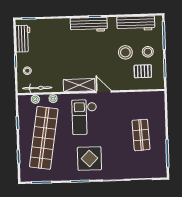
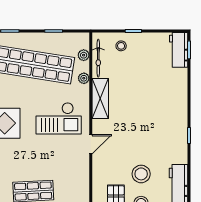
workbench: (89, 25) -> (179, 127), removed
workbench: (23, 39) -> (179, 50), moved, turned 90
shelving: (79, 85) -> (100, 98), moved
checkout: (84, 117) -> (59, 118), turned 180

